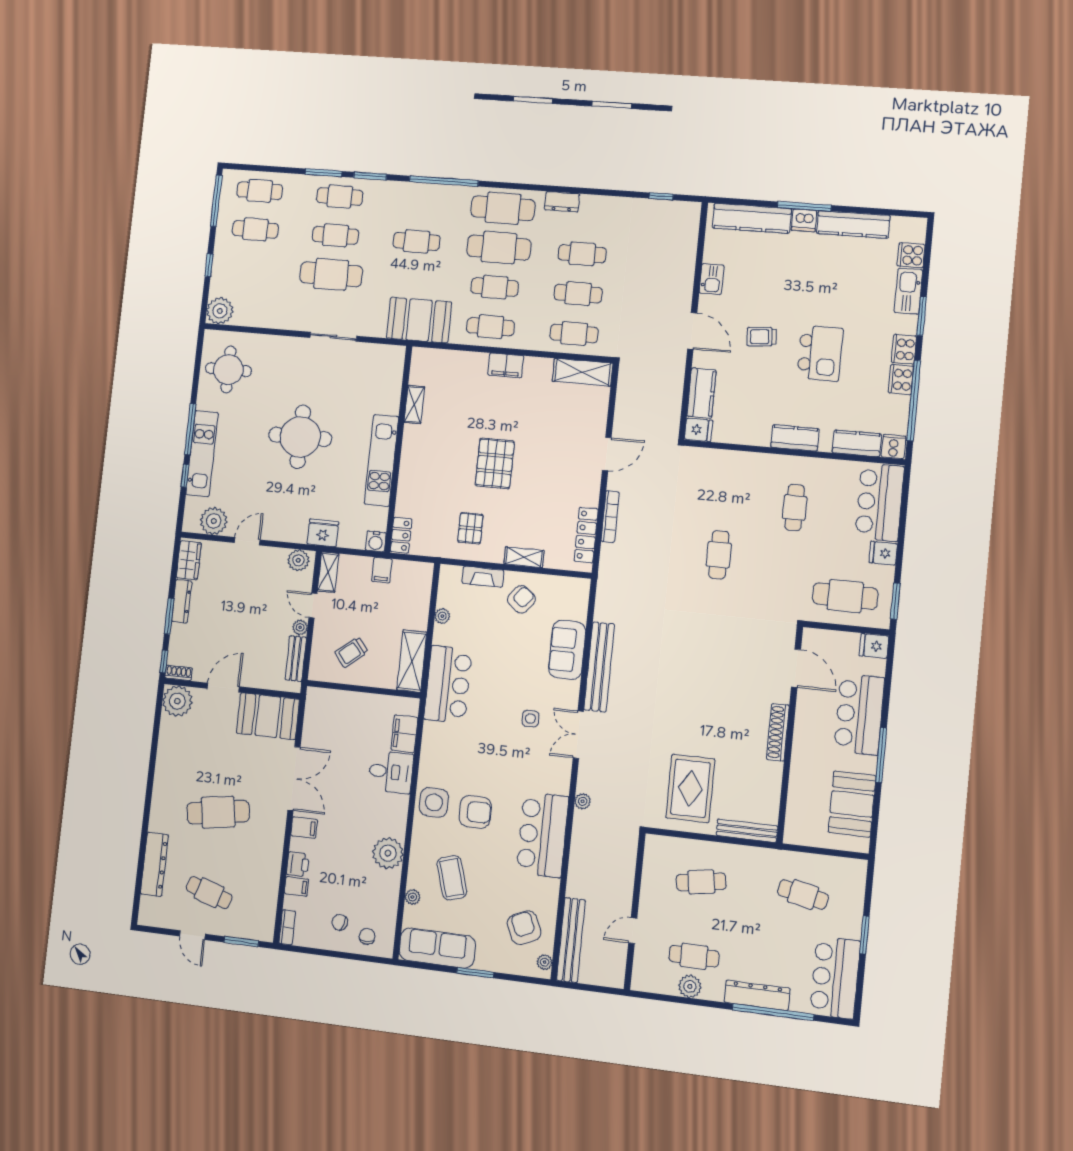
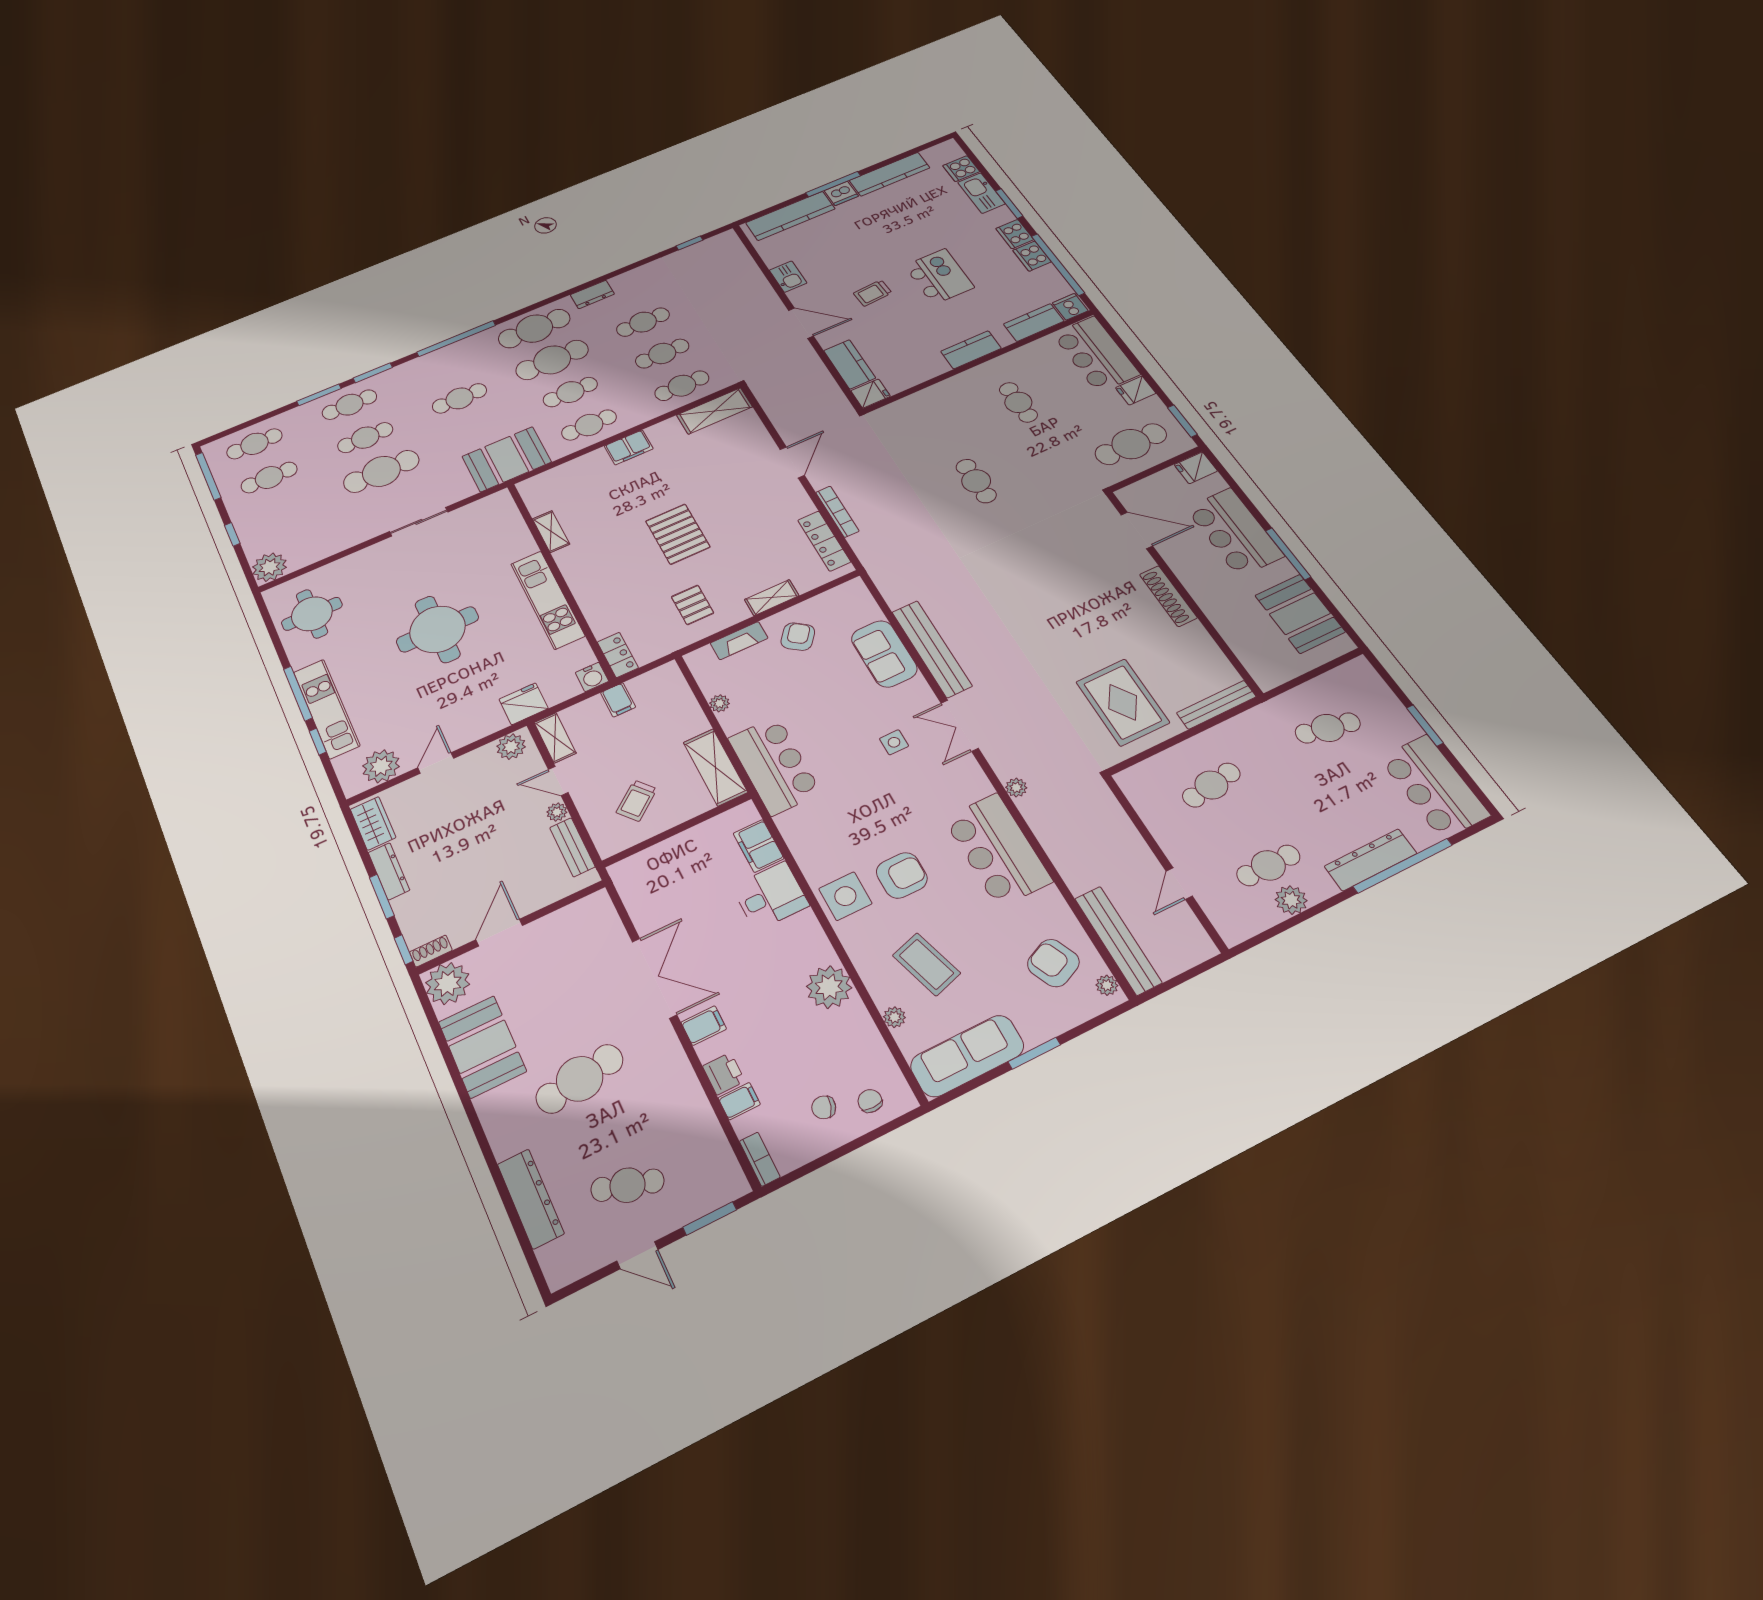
booth: (268, 716) -> (482, 1047), moved, turned 90

